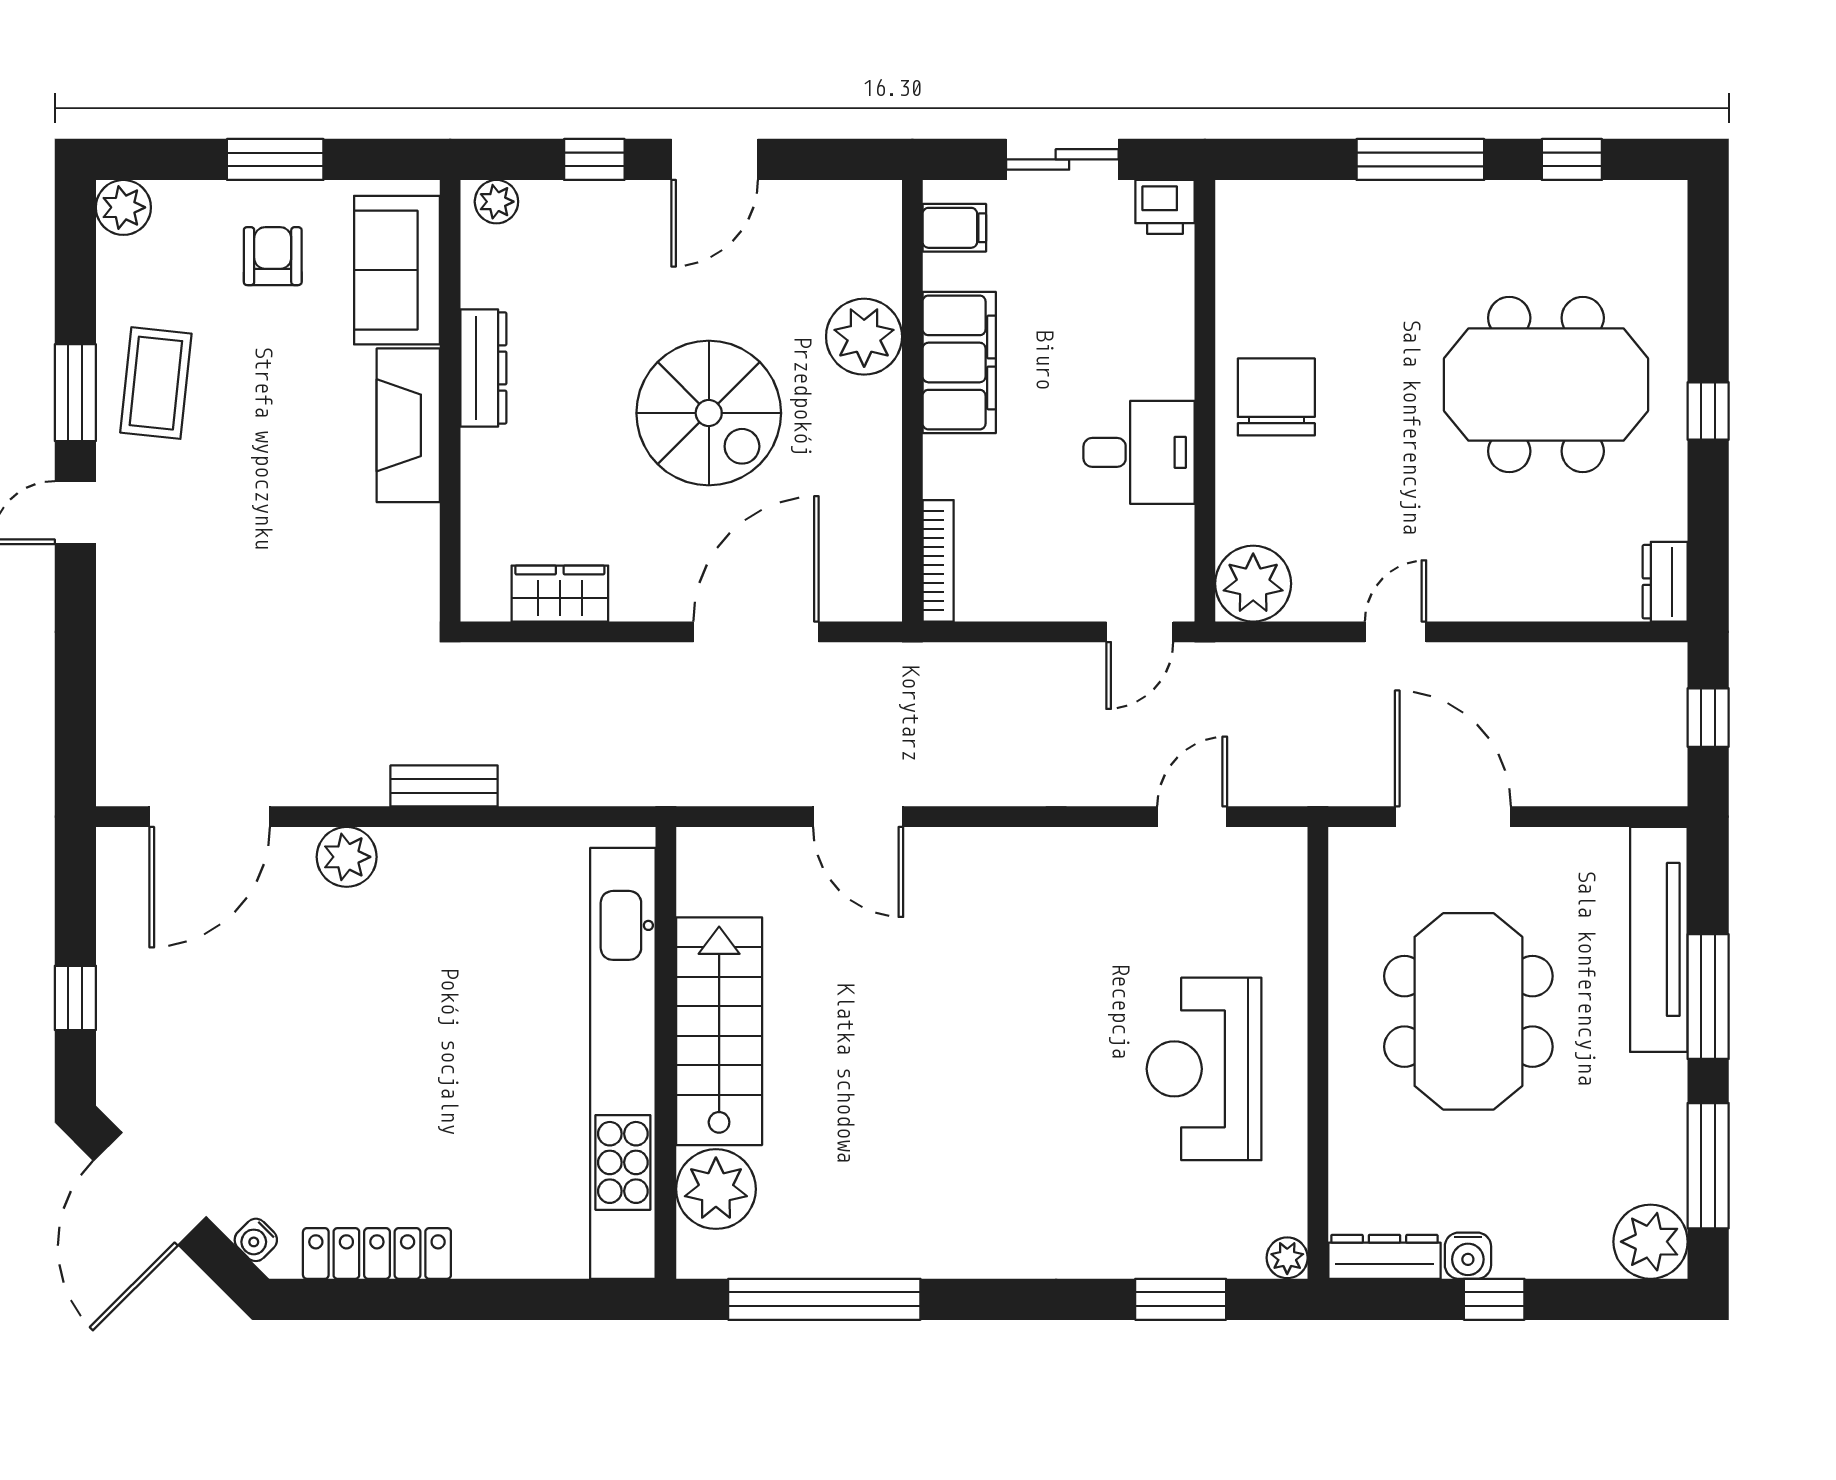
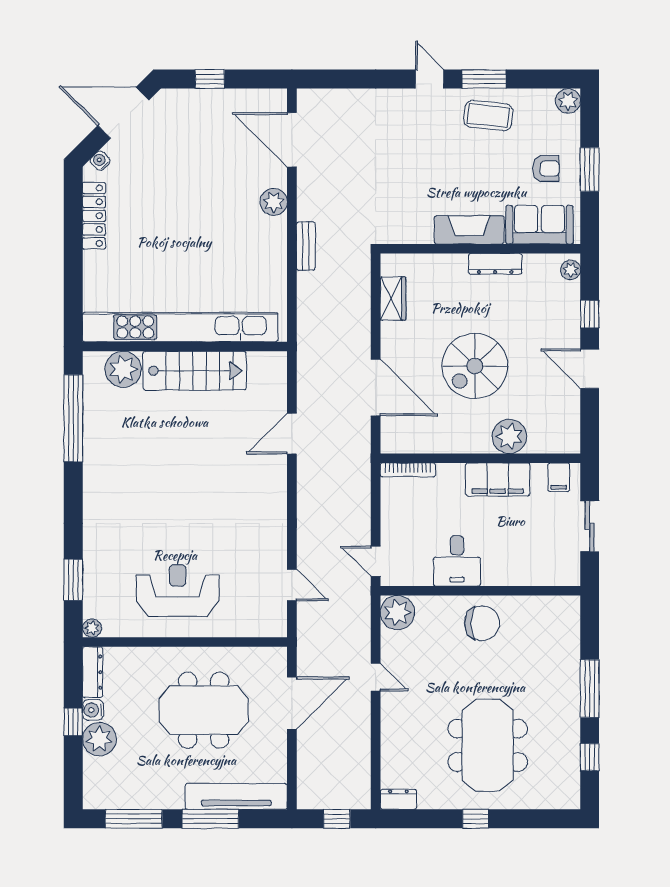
printer: (1165, 207) -> (568, 573), removed
plant: (1651, 1242) -> (99, 739), moved

